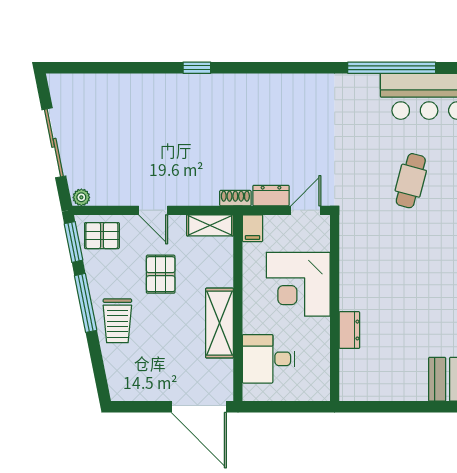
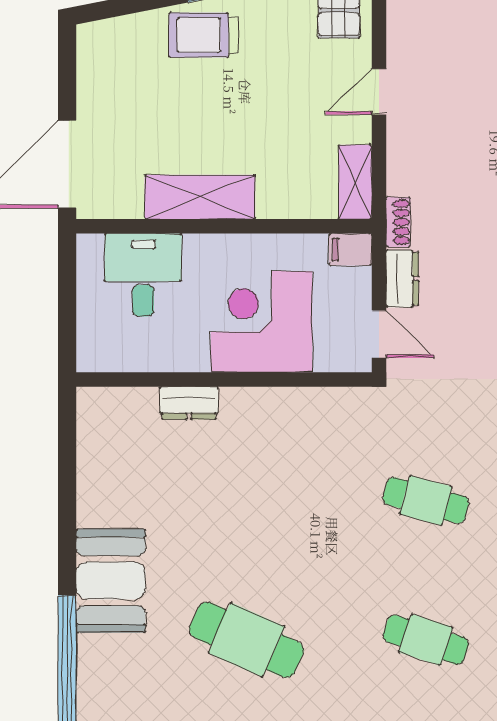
pallet: (161, 274) -> (277, 104), removed

